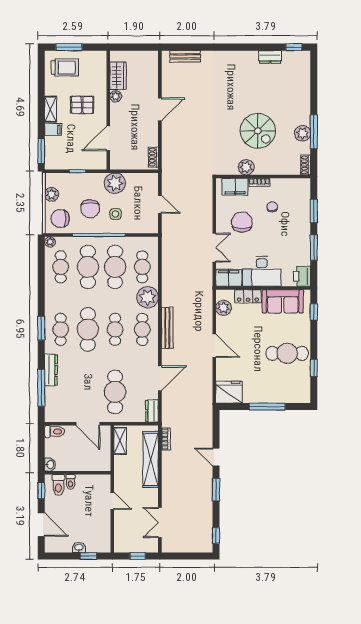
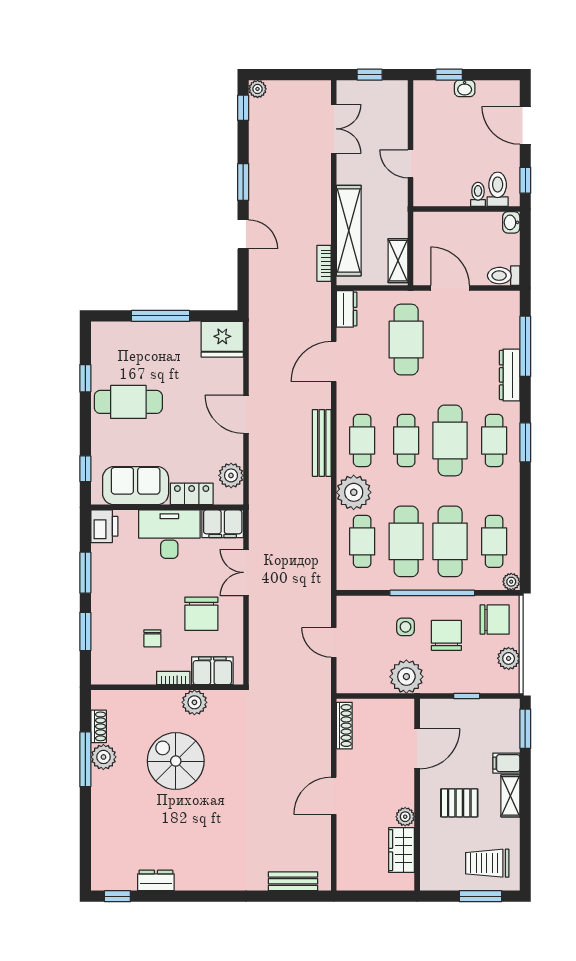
shoe rack: (153, 157) -> (344, 726), width x1.43
shoe rack: (306, 165) -> (99, 726), moved
plant: (207, 547) -> (258, 89), added

